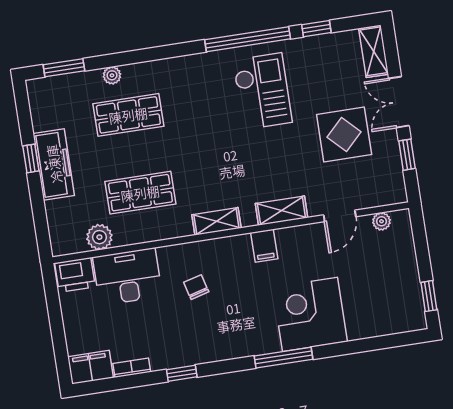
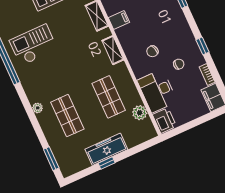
plant: (112, 75) -> (38, 108), moved
chair: (162, 325) -> (179, 64), added

